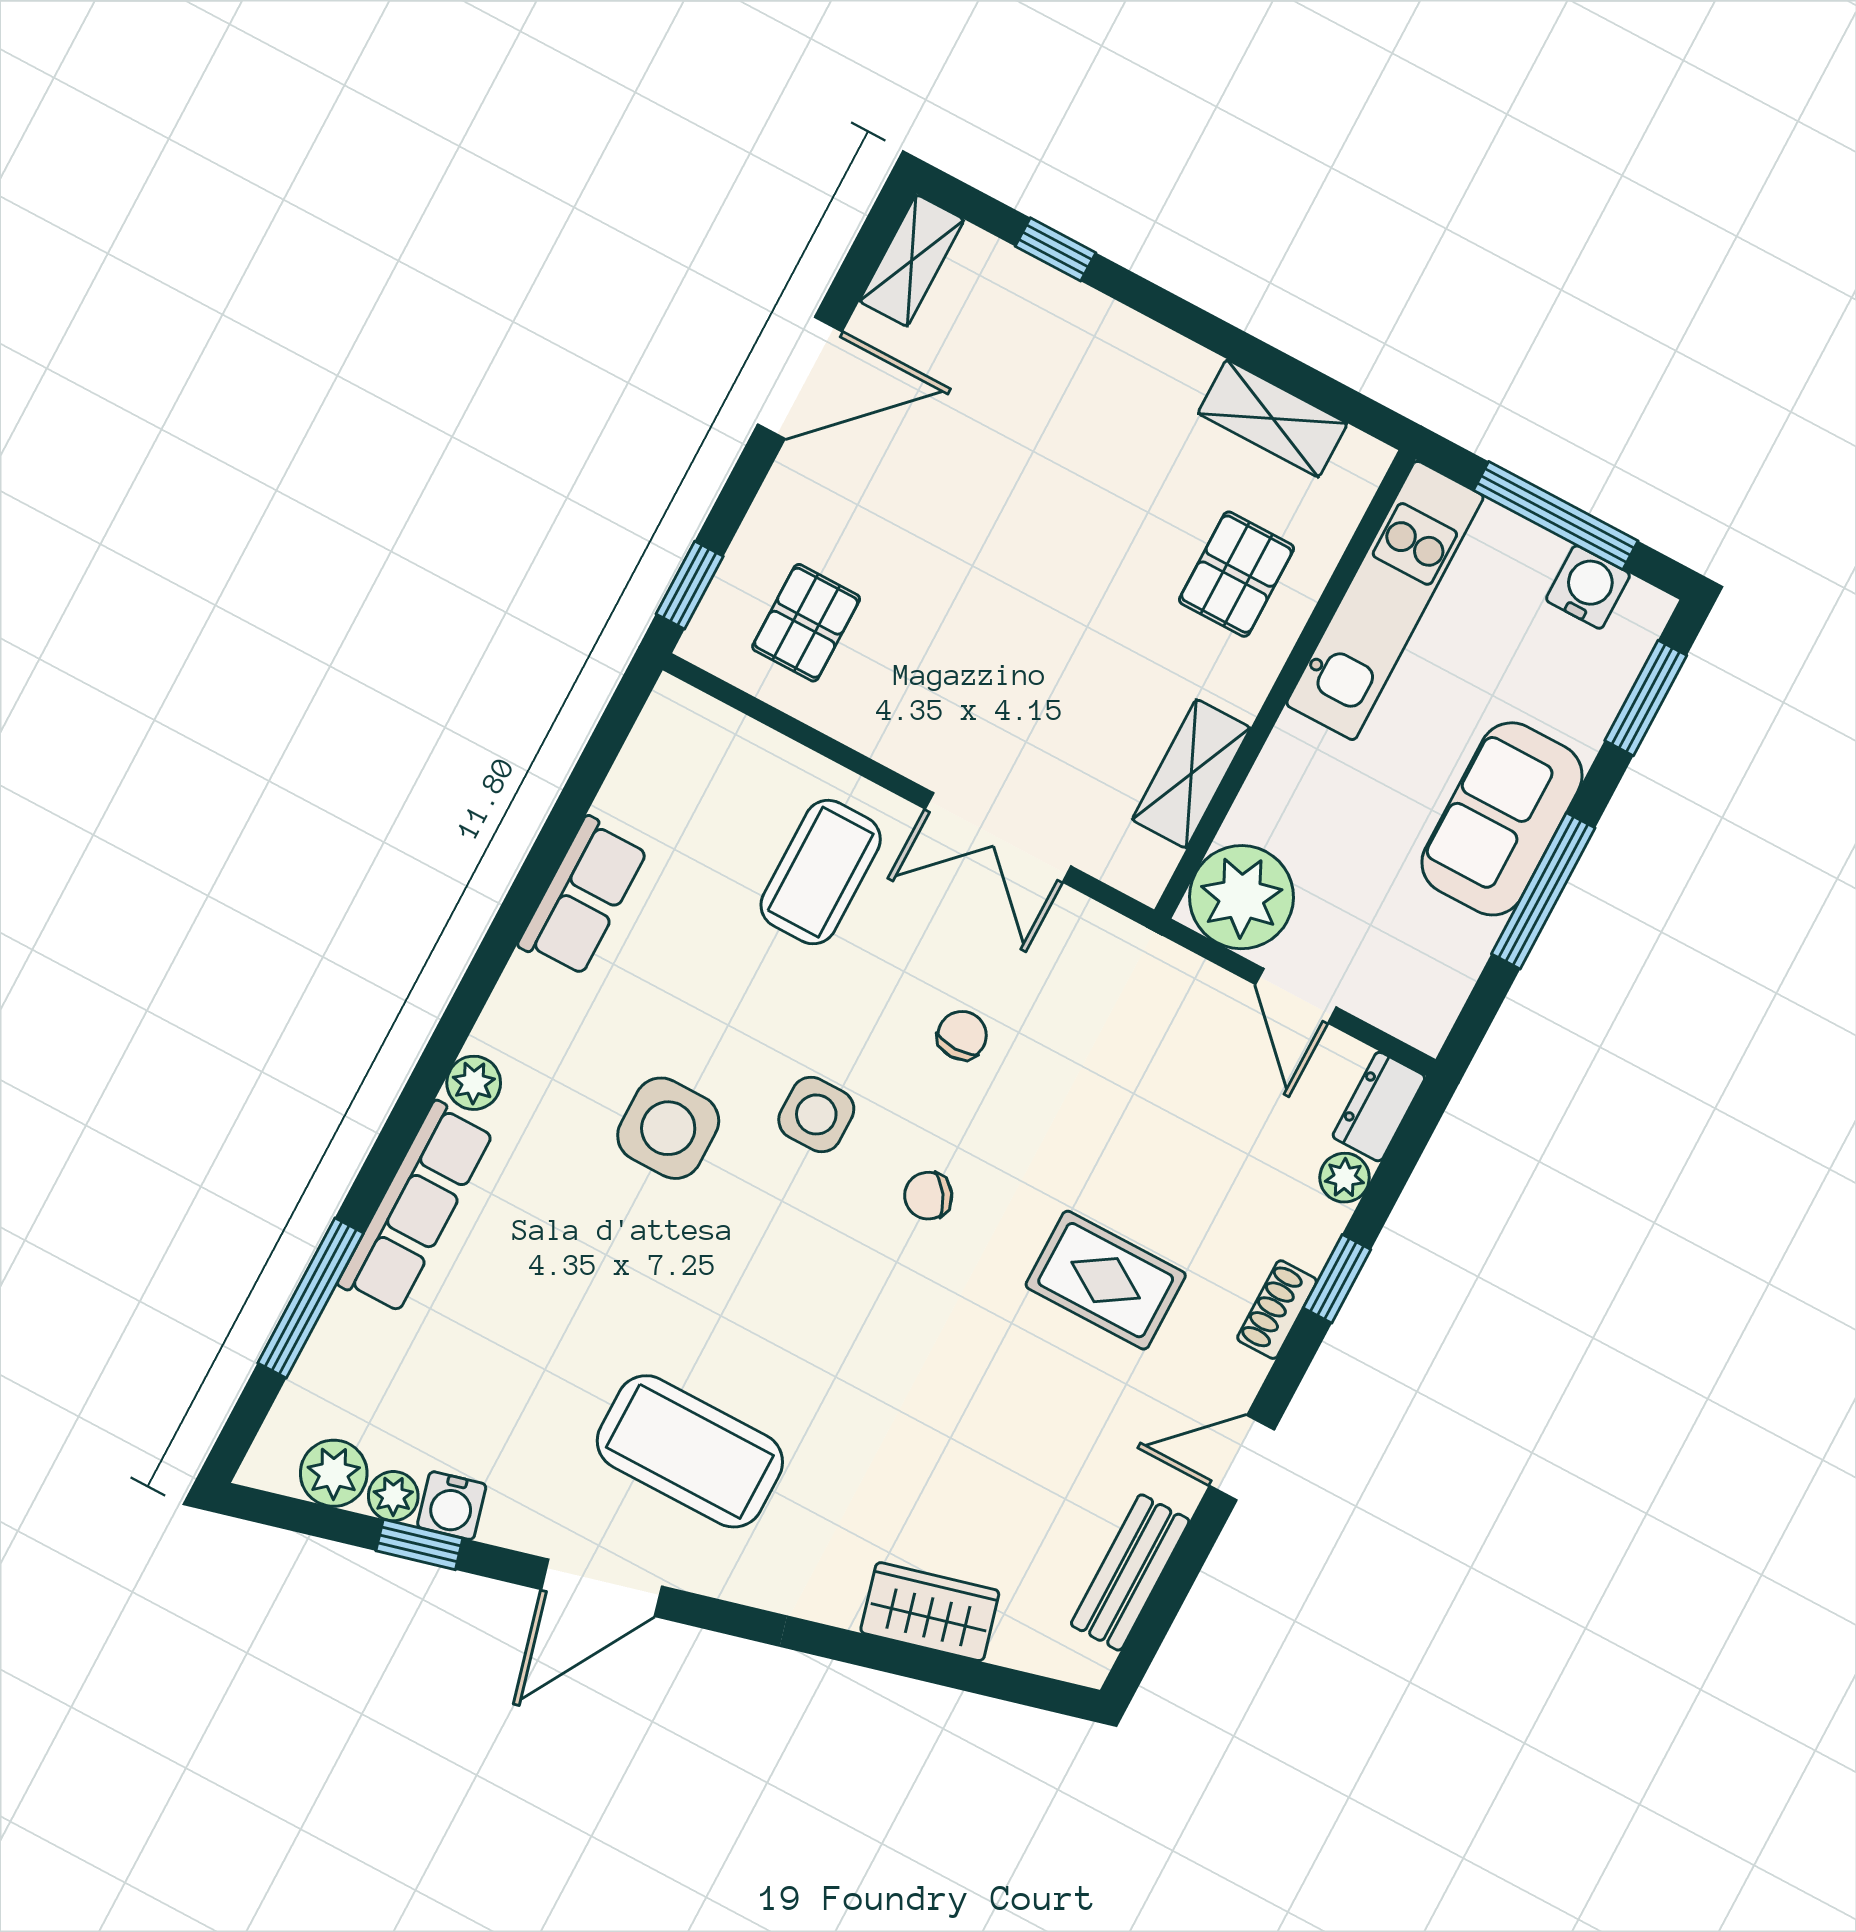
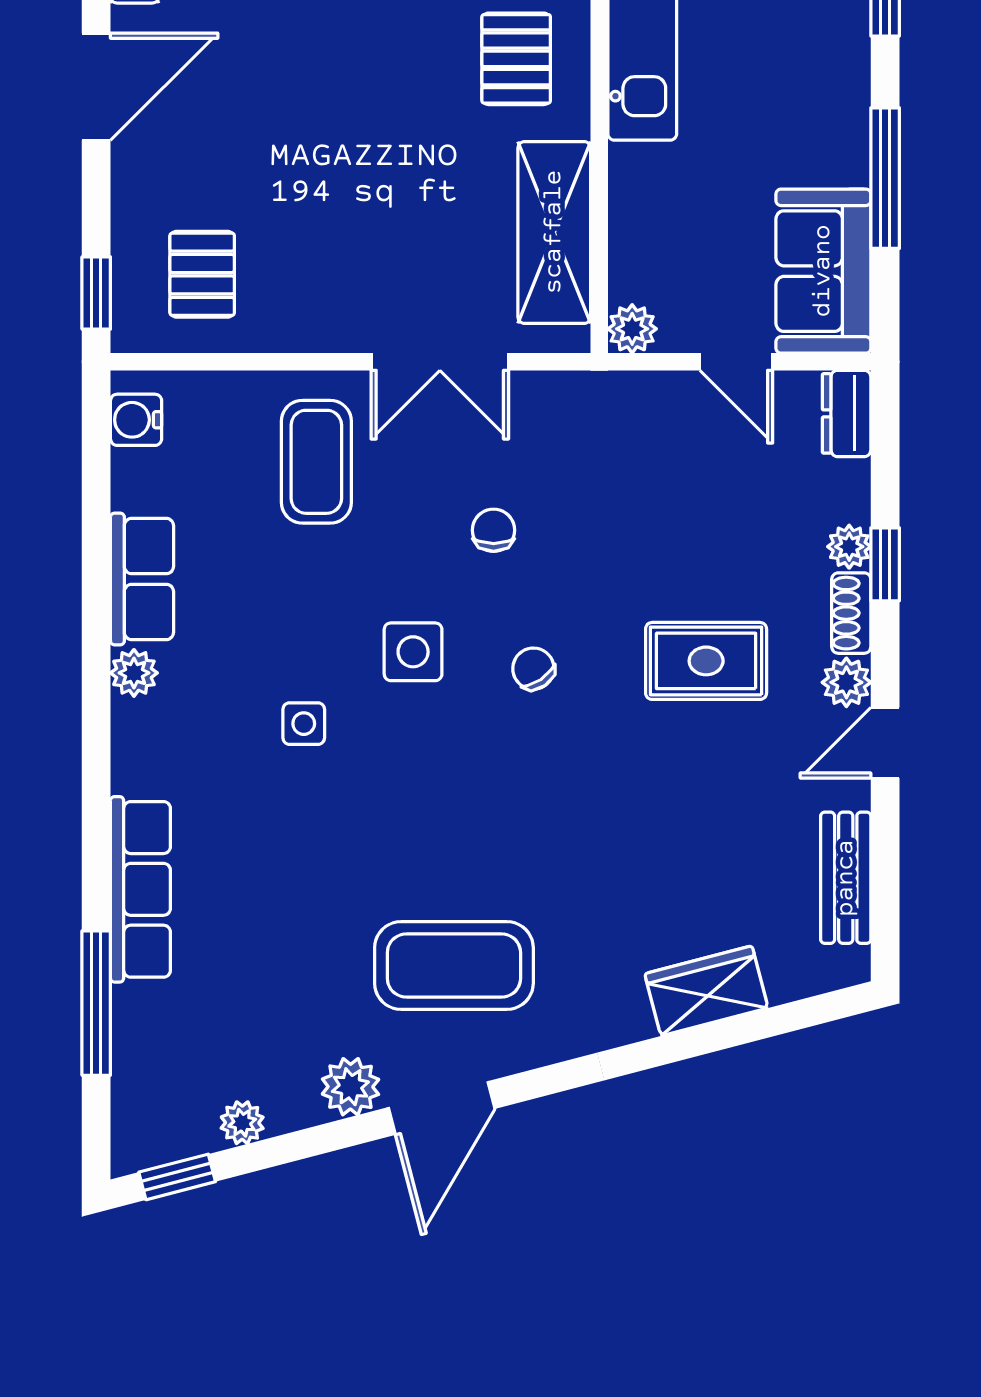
shelving: (1191, 774) -> (554, 232), width x1.50, depth x1.33
sofa: (1502, 819) -> (823, 271), moved
plant: (1241, 897) -> (632, 329), width x0.53, depth x0.53
plant: (474, 1083) -> (134, 673), moved
side table: (668, 1128) -> (304, 724), width x0.54, depth x0.54
plant: (1345, 1178) -> (849, 547), moved
chair: (928, 1196) -> (533, 669), turned 90
plant: (1235, 1376) -> (846, 682), added
plant: (334, 1473) -> (350, 1087), moved
water cooler: (452, 1506) -> (136, 420), moved, turned 105
window: (419, 1545) -> (177, 1177), moved

